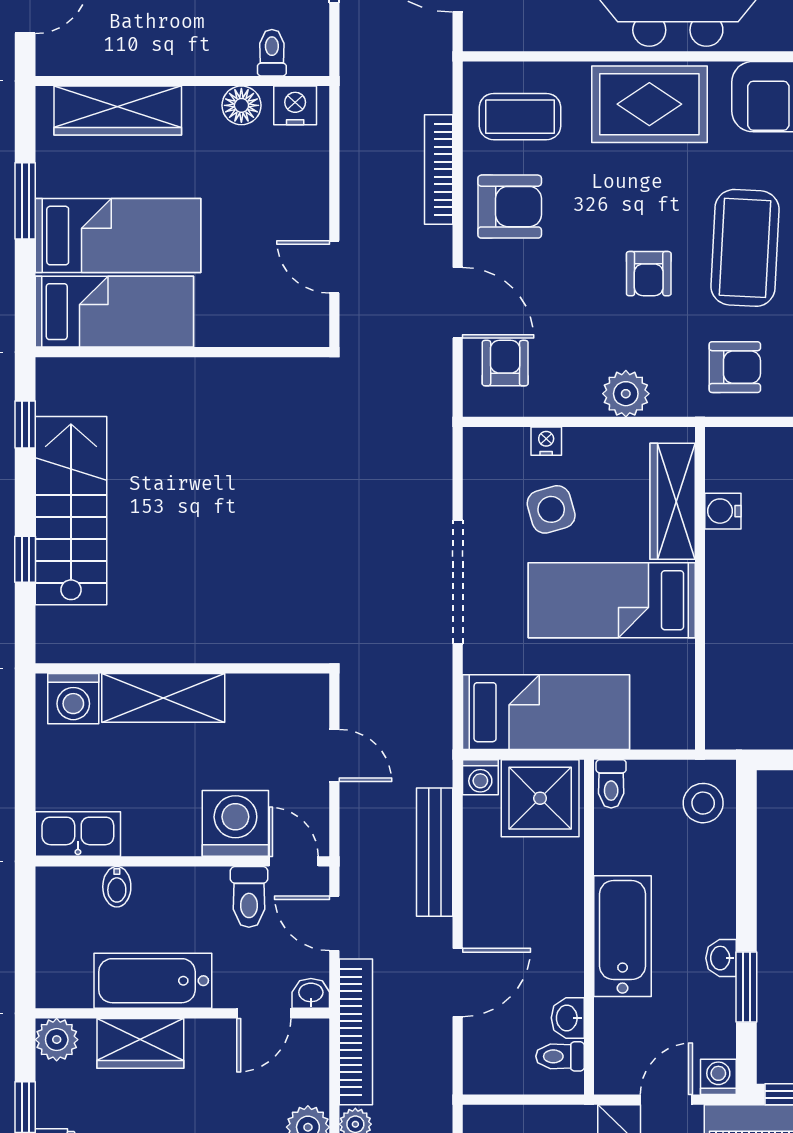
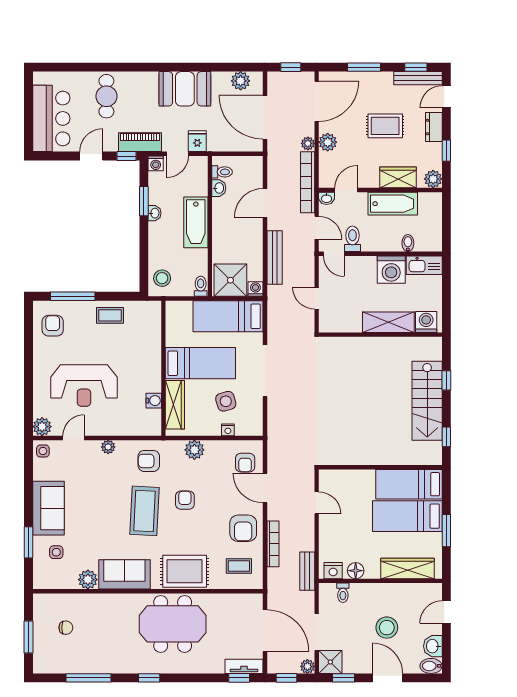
bench: (357, 104) -> (307, 571), added
coffee table: (520, 117) -> (239, 566), width x0.73, depth x0.77
armchair: (510, 207) -> (243, 528), turned -90
washing machine: (235, 823) -> (391, 270), moved

